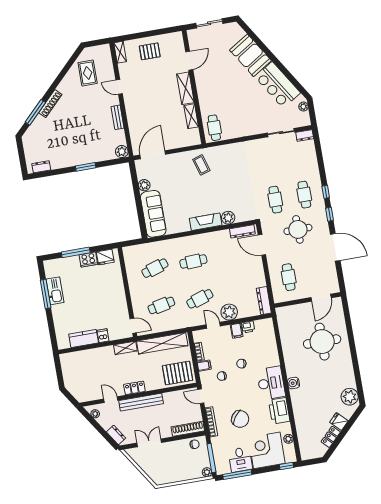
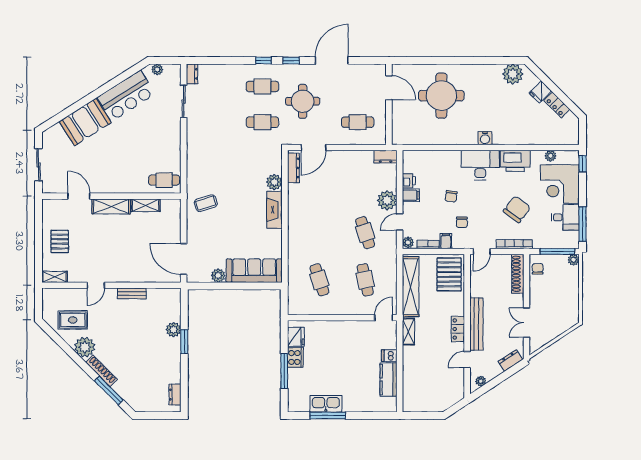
plant: (67, 87) -> (85, 347), added
plant: (122, 152) -> (173, 330), moved
cafe table: (193, 261) -> (319, 233), removed
dresser: (264, 301) -> (386, 157), width x0.70
plant: (198, 335) -> (408, 242), added

